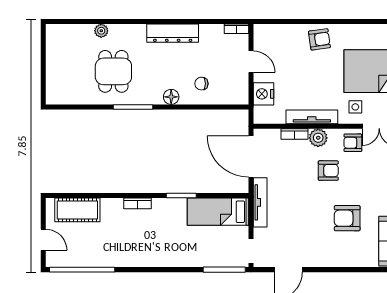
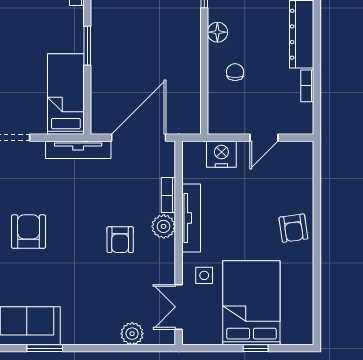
bookcase: (237, 29) -> (307, 86), moved
armchair: (353, 143) -> (157, 272), removed
armchair: (347, 218) -> (29, 232), moved

